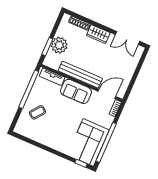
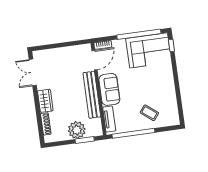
double door: (127, 38) -> (33, 72), swing flipped
door: (107, 94) -> (95, 60), swing flipped

